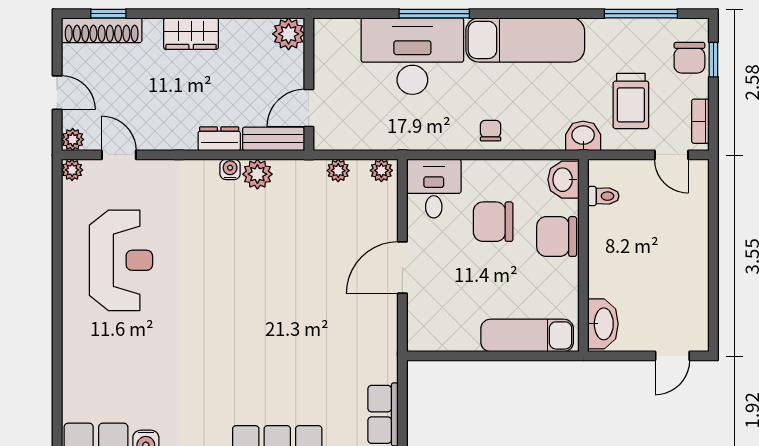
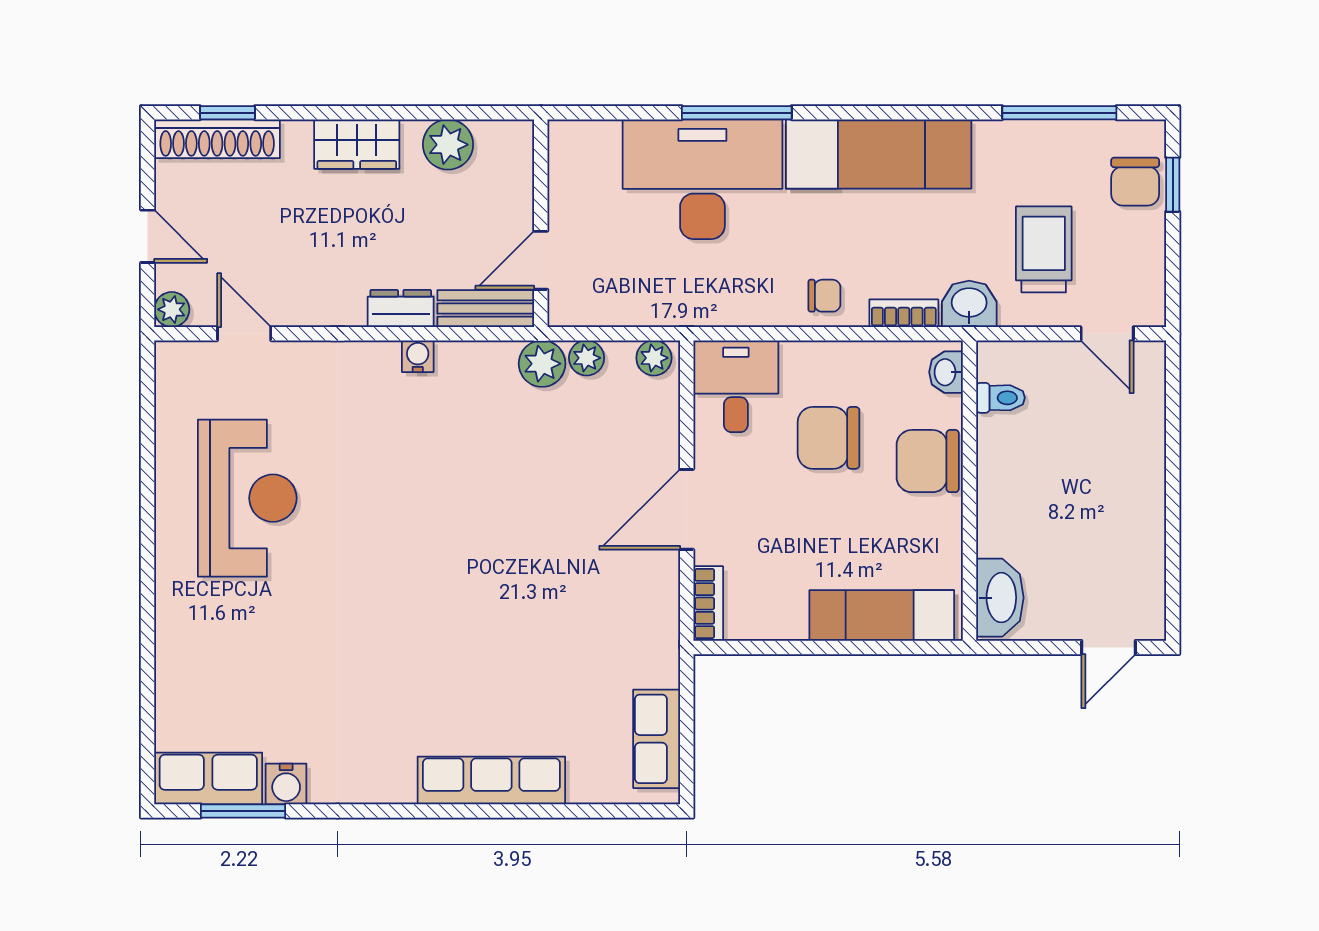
plant: (289, 34) -> (448, 145), moved
trolley: (631, 101) -> (1044, 249), turned 180
bookcase: (700, 121) -> (904, 313), moved, turned 90
chair: (491, 131) -> (824, 296), turned 90
plant: (72, 170) -> (171, 357), removed
plant: (257, 174) -> (542, 364), moved
washbasin: (564, 180) -> (946, 372), width x0.72, depth x0.69
bookcase: (416, 328) -> (708, 604), added

